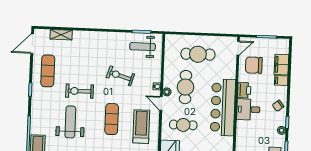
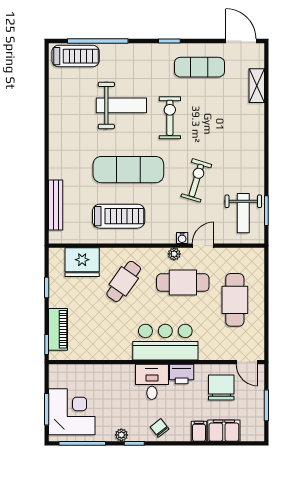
weight bench: (143, 47) -> (243, 213), turned 180
door: (161, 103) -> (203, 246), moved
bar counter: (223, 107) -> (165, 342), width x0.73
exercise mat: (112, 119) -> (128, 170), width x1.36, depth x1.45
cafe table: (183, 125) -> (124, 281), turned 35

